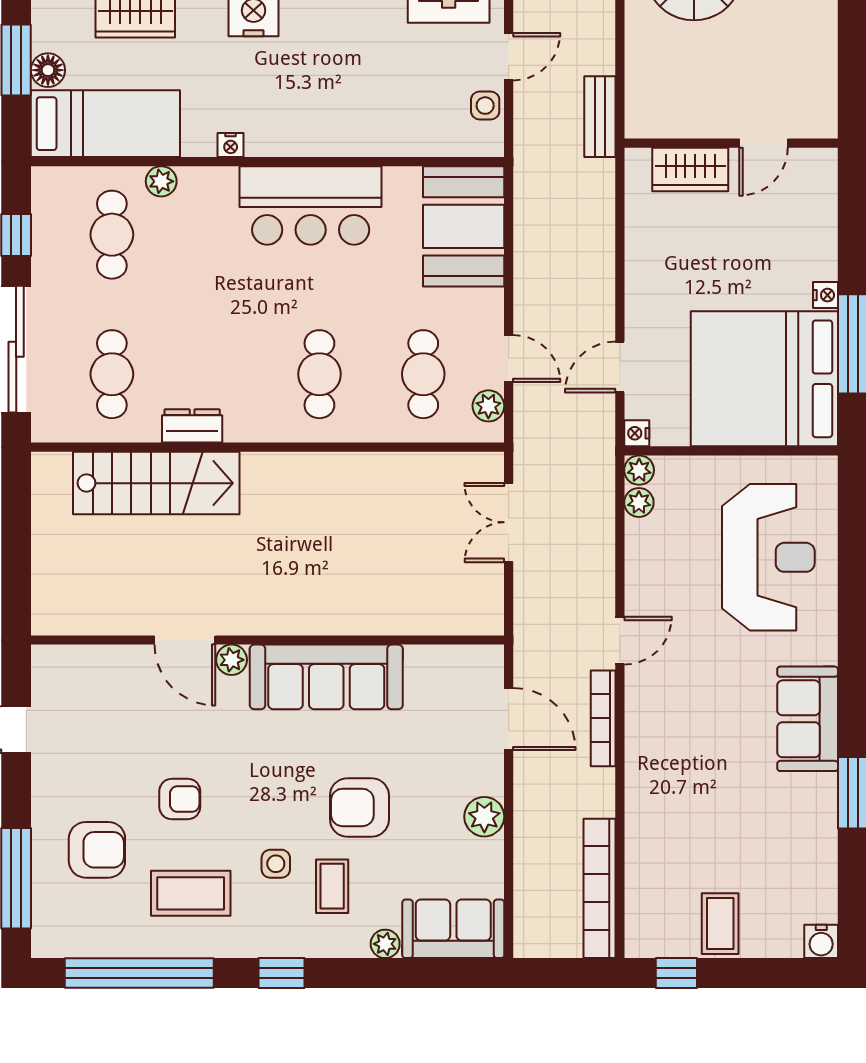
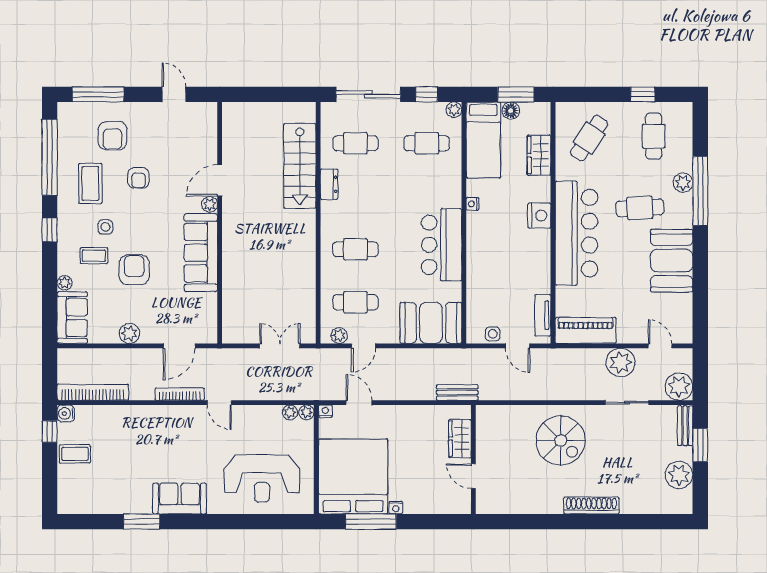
bench: (600, 117) -> (457, 392), moved
plant: (161, 181) -> (454, 110), moved
water cooler: (821, 941) -> (66, 413), moved

